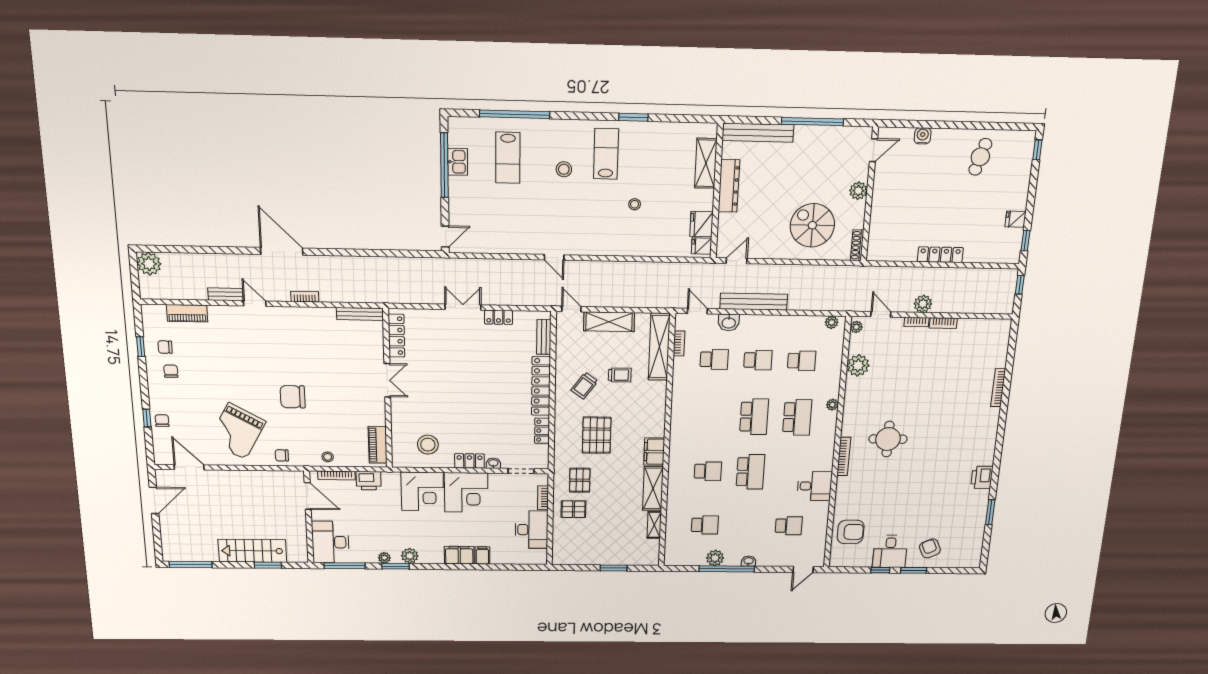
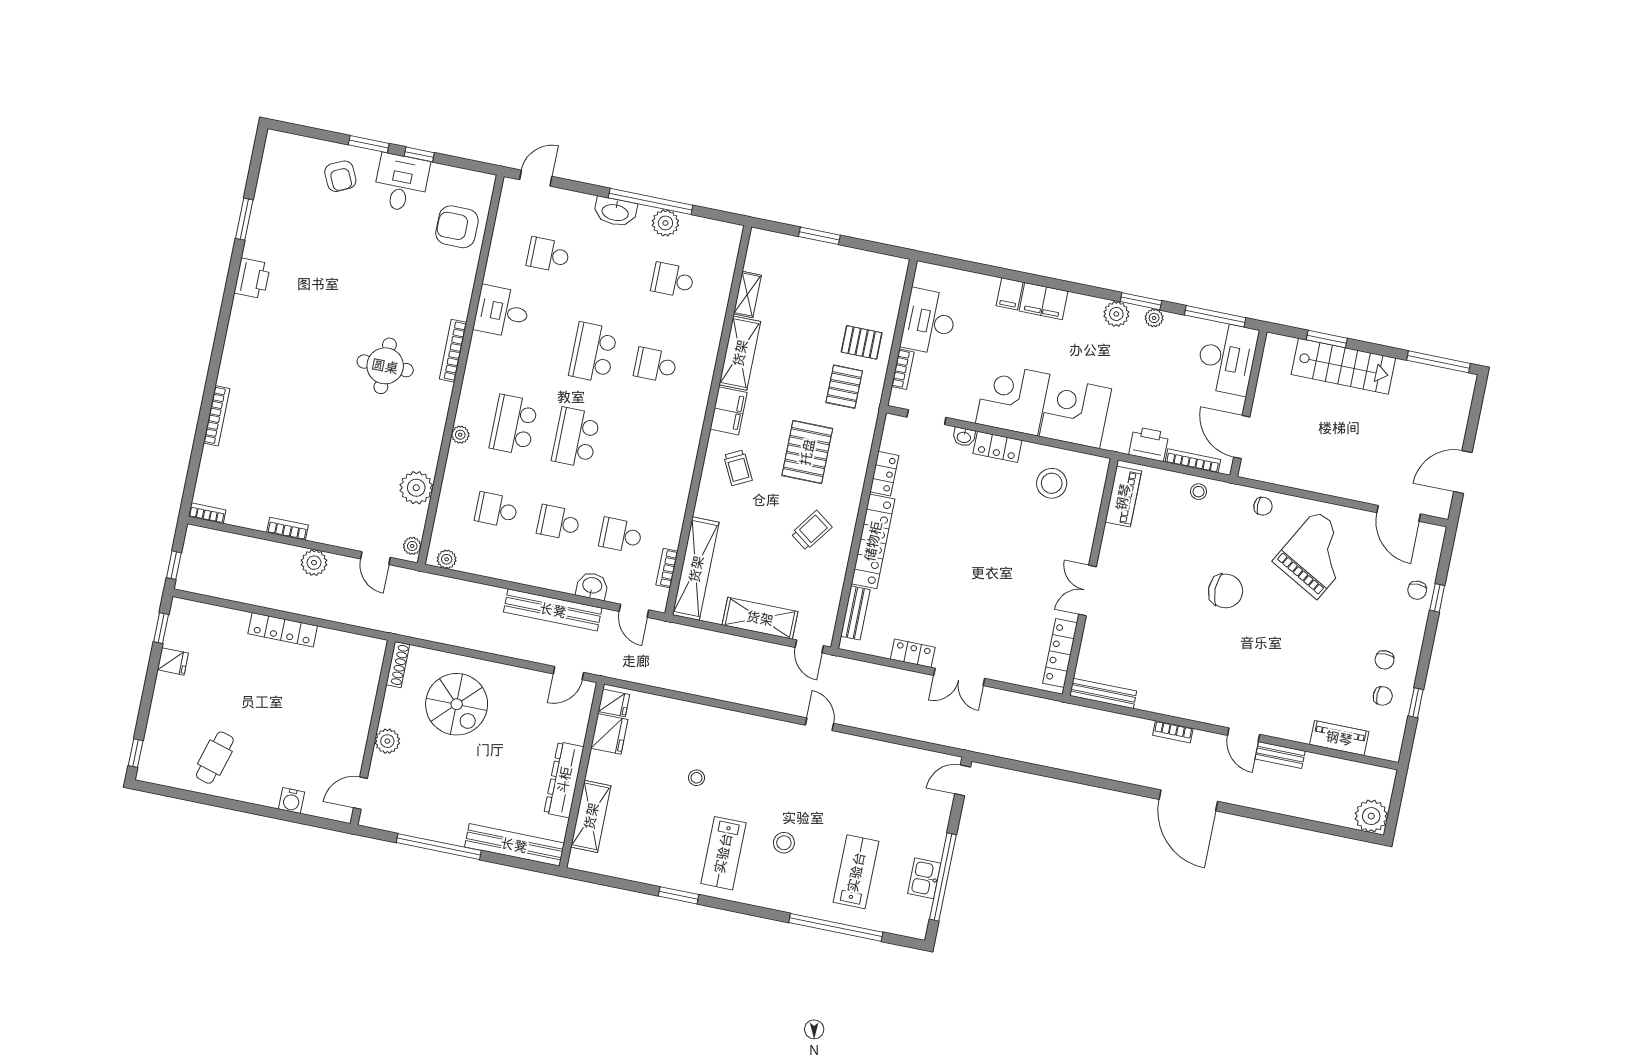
bookcase: (916, 322) -> (207, 513), moved
trolley: (620, 375) -> (738, 468), moved, turned -117
washbasin: (749, 561) -> (615, 212), width x1.91, depth x1.45

